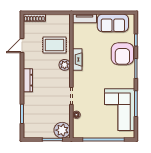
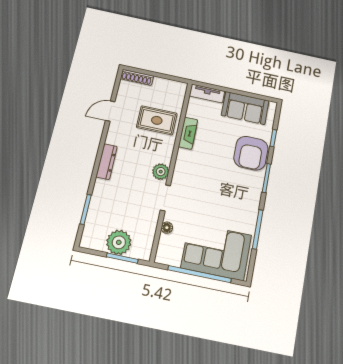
fireplace: (77, 59) -> (188, 133), moved
plant: (65, 65) -> (161, 172), moved
corner sofa: (120, 110) -> (216, 251), moved, turned 90
plant: (62, 130) -> (119, 242), moved

